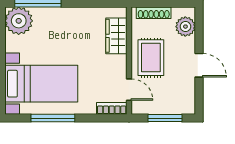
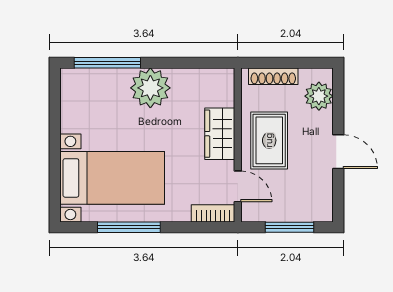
plant: (19, 21) -> (150, 88), moved
wardrobe: (116, 36) -> (220, 134), moved

